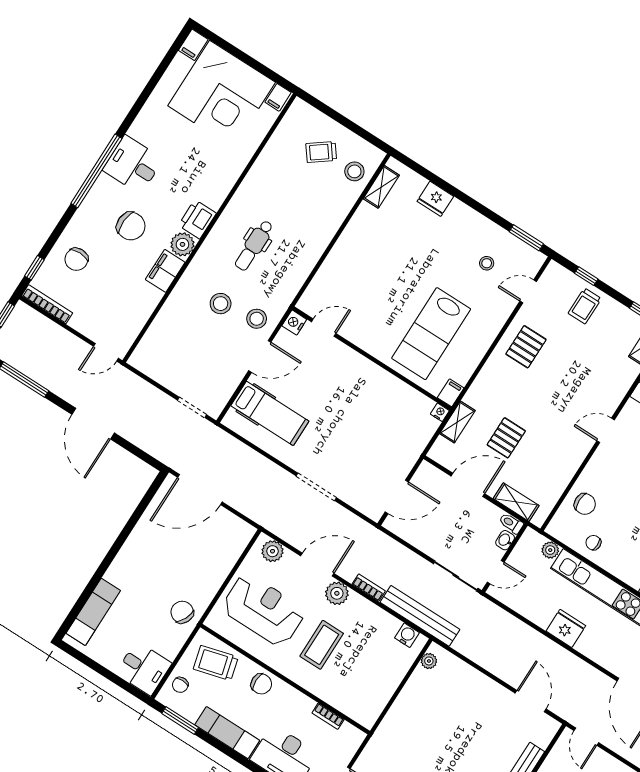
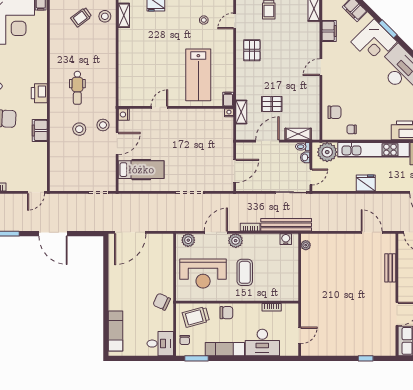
plant: (182, 244) -> (40, 111), removed
door: (324, 328) -> (159, 107), moved
pallet: (506, 438) -> (272, 104), turned 90
plant: (550, 550) -> (327, 152), width x1.87, depth x1.87
reception desk: (264, 610) -> (203, 274), turned 180

